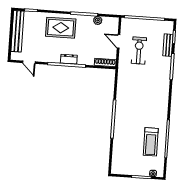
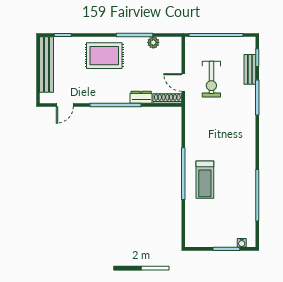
door: (119, 41) -> (183, 82), moved
exercise bike: (139, 51) -> (211, 79), turned 180
dresser: (69, 59) -> (141, 97), moved
door: (29, 62) -> (65, 105), hinge flipped
treadmill: (151, 142) -> (205, 180), moved

